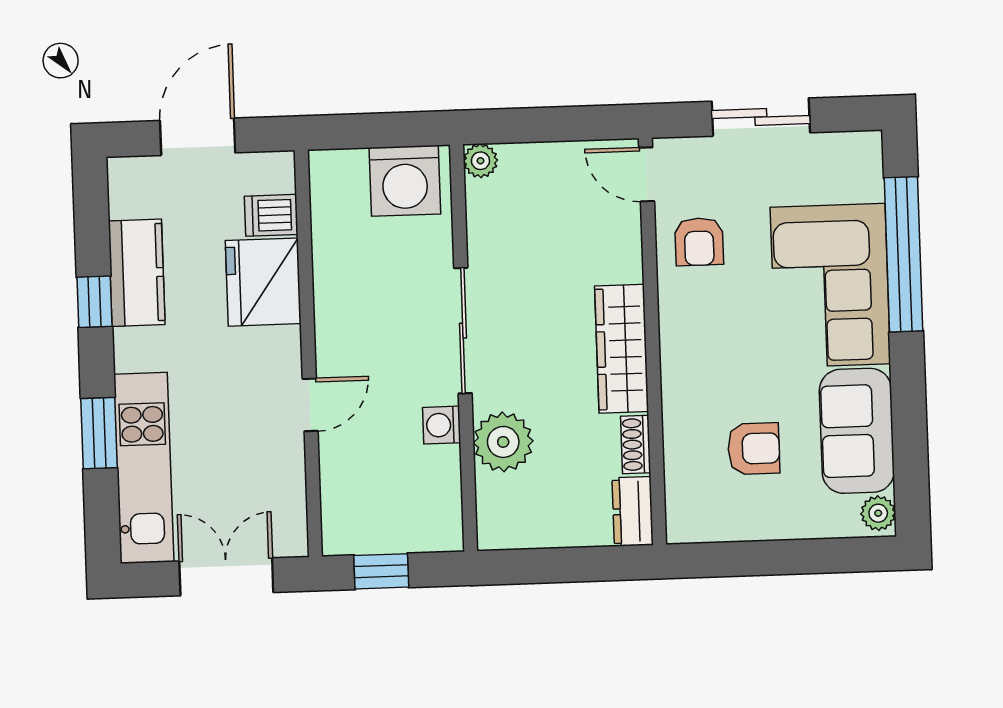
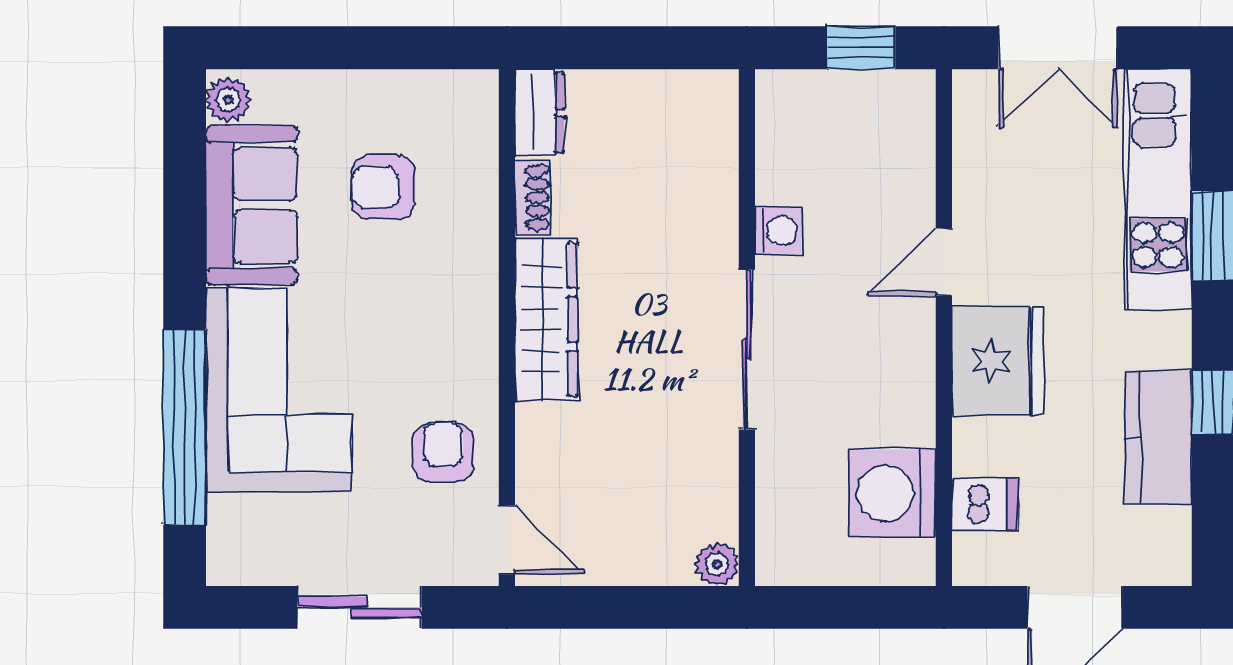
washing machine: (405, 181) -> (892, 493), moved, turned -90
fridge: (263, 282) -> (998, 361), moved
plant: (503, 442) -> (701, 207), removed

